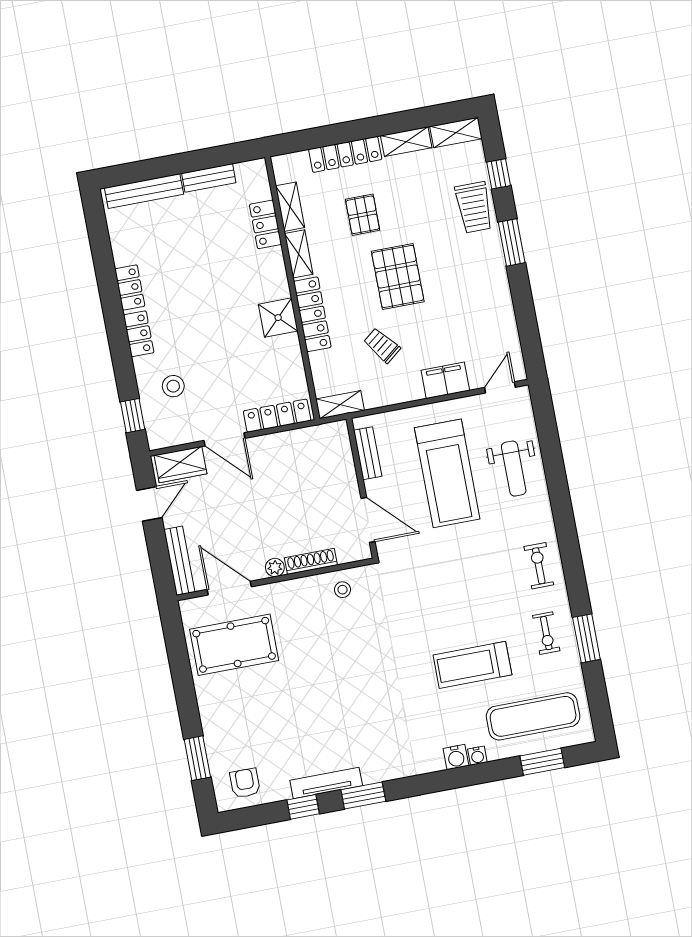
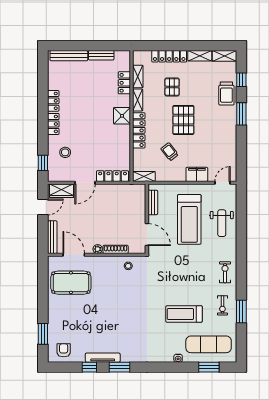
shower: (278, 318) -> (122, 116), moved
door: (224, 439) -> (85, 183), hinge flipped
water cooler: (456, 757) -> (168, 357), removed

